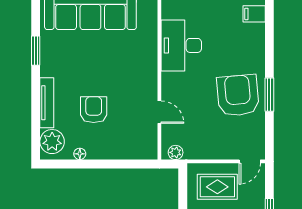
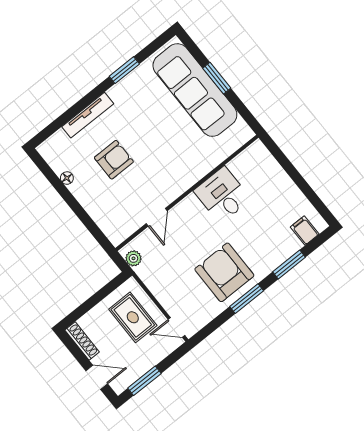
desk: (181, 45) -> (222, 195), width x0.73
window: (269, 45) -> (289, 264), added
armchair: (238, 95) -> (224, 272), turned -85
plant: (52, 142) -> (58, 146), removed

